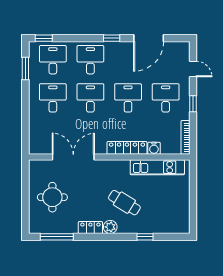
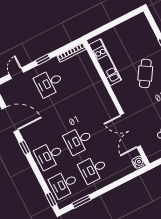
desk: (128, 98) -> (64, 112), removed
locker: (127, 148) -> (102, 93), removed
water cooler: (154, 148) -> (138, 162), moved

